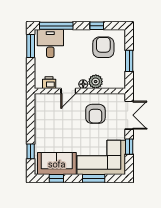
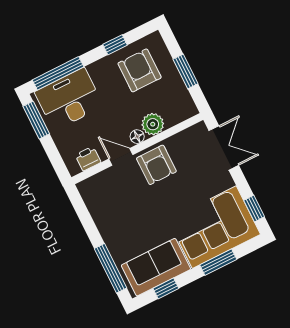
desk: (50, 44) -> (69, 99), width x1.37
door: (68, 91) -> (121, 157), swing flipped
armchair: (95, 114) -> (156, 165), moved
window: (129, 147) -> (254, 208), moved
window: (31, 151) -> (110, 268), width x2.17

